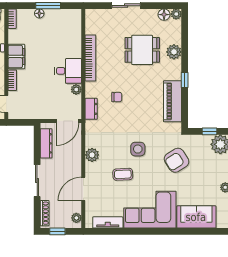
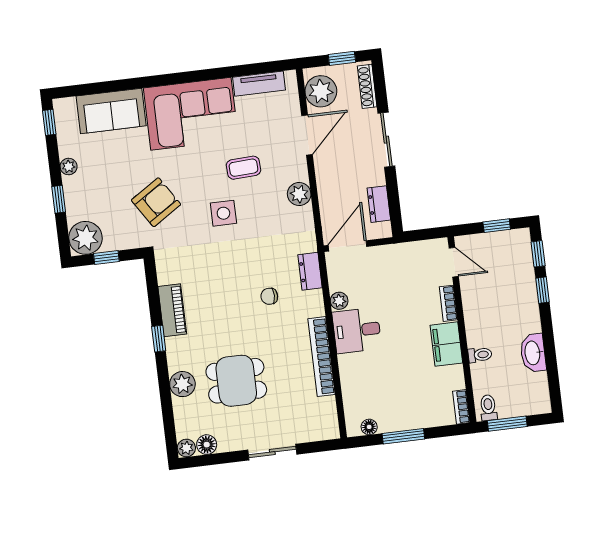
floor lamp: (39, 13) -> (369, 427), moved
piano: (172, 101) -> (172, 310), width x0.73, depth x0.75
dresser: (46, 143) -> (379, 204), width x0.70
plant: (76, 218) -> (321, 91), width x1.88, depth x1.88

